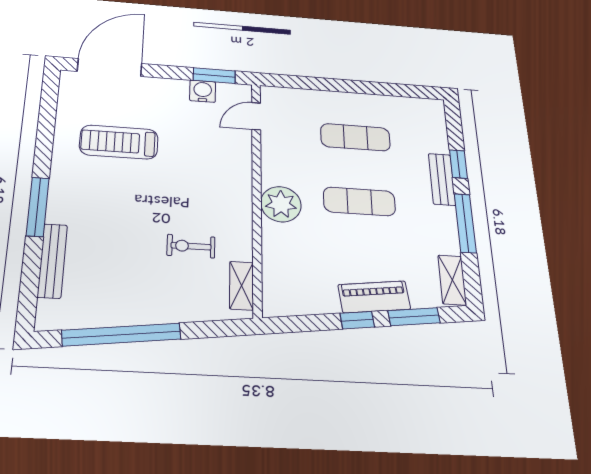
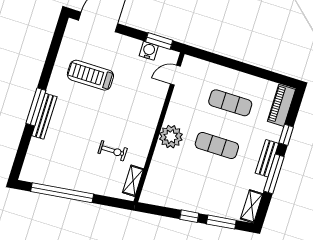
bench: (442, 179) -> (267, 158), moved
exercise bike: (191, 246) -> (113, 151), turned 180
bench: (52, 261) -> (44, 116), moved
piano: (374, 297) -> (281, 105), moved, turned -83

